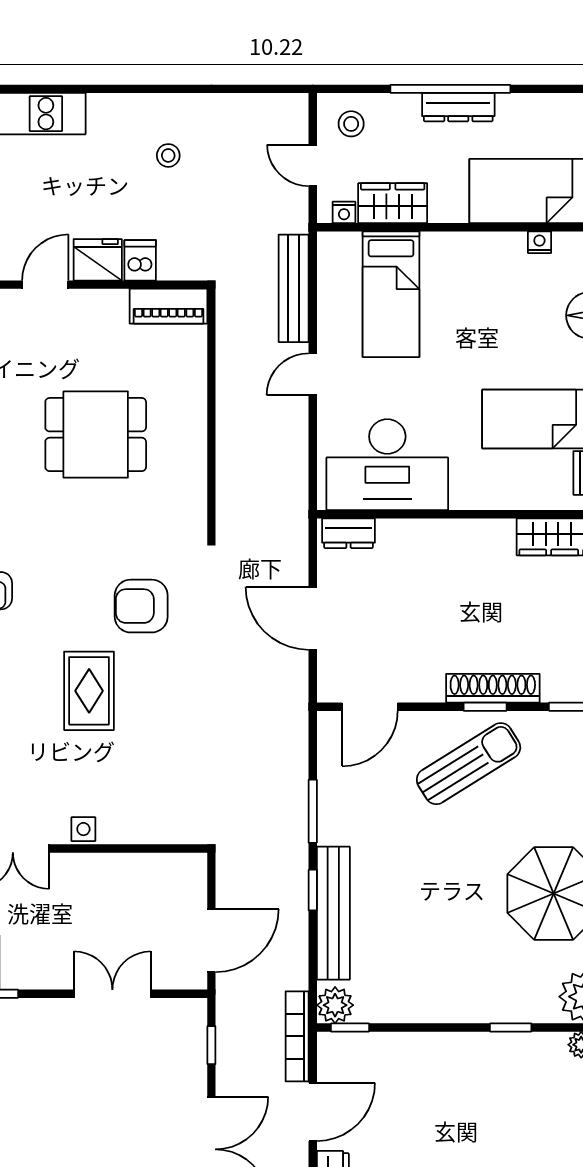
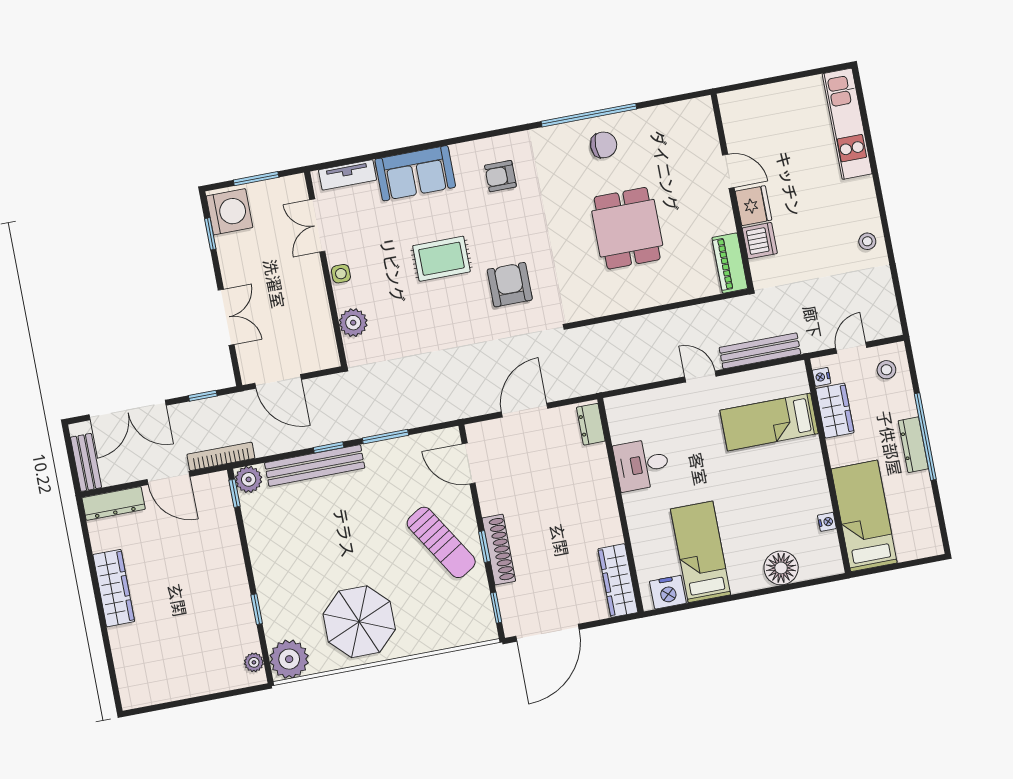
stool: (168, 155) -> (867, 241), moved
dishwasher: (140, 260) -> (760, 241), width x1.38
desk: (387, 465) -> (642, 465), width x0.53, depth x0.77
plant: (152, 825) -> (353, 323), added

